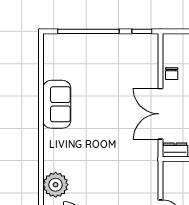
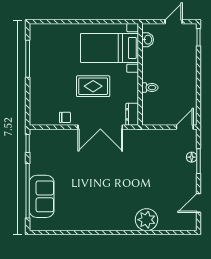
sofa: (57, 104) -> (42, 196), moved, turned 90
plant: (56, 185) -> (147, 220), moved

